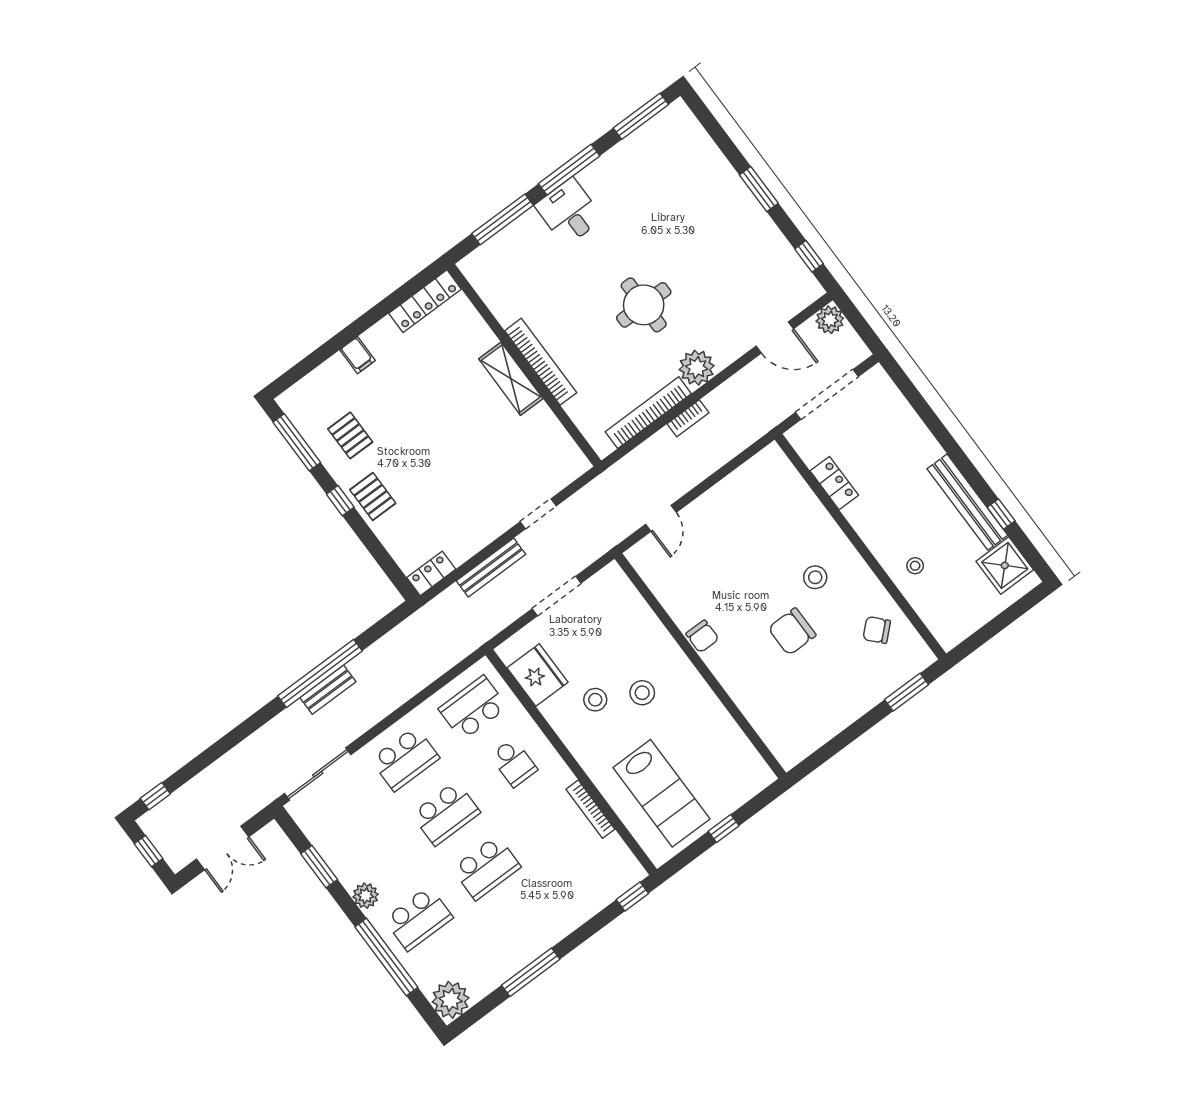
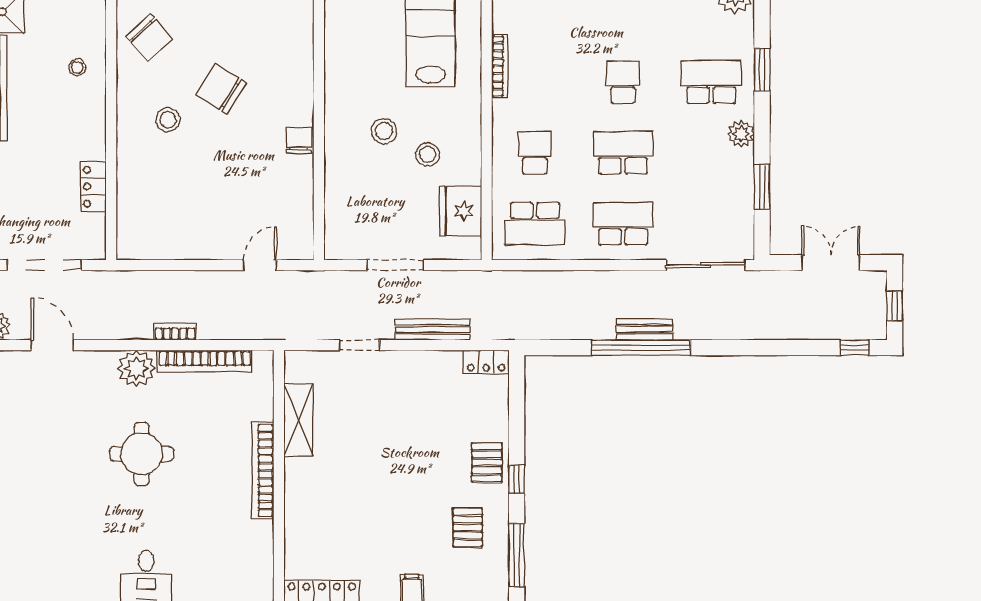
shelving: (511, 379) -> (298, 420), moved
chair: (877, 630) -> (149, 38), width x1.37, depth x1.37
chair: (792, 632) -> (221, 89), turned -147
school desk: (486, 868) -> (623, 82), width x0.54
window: (386, 957) -> (762, 70), width x0.47

